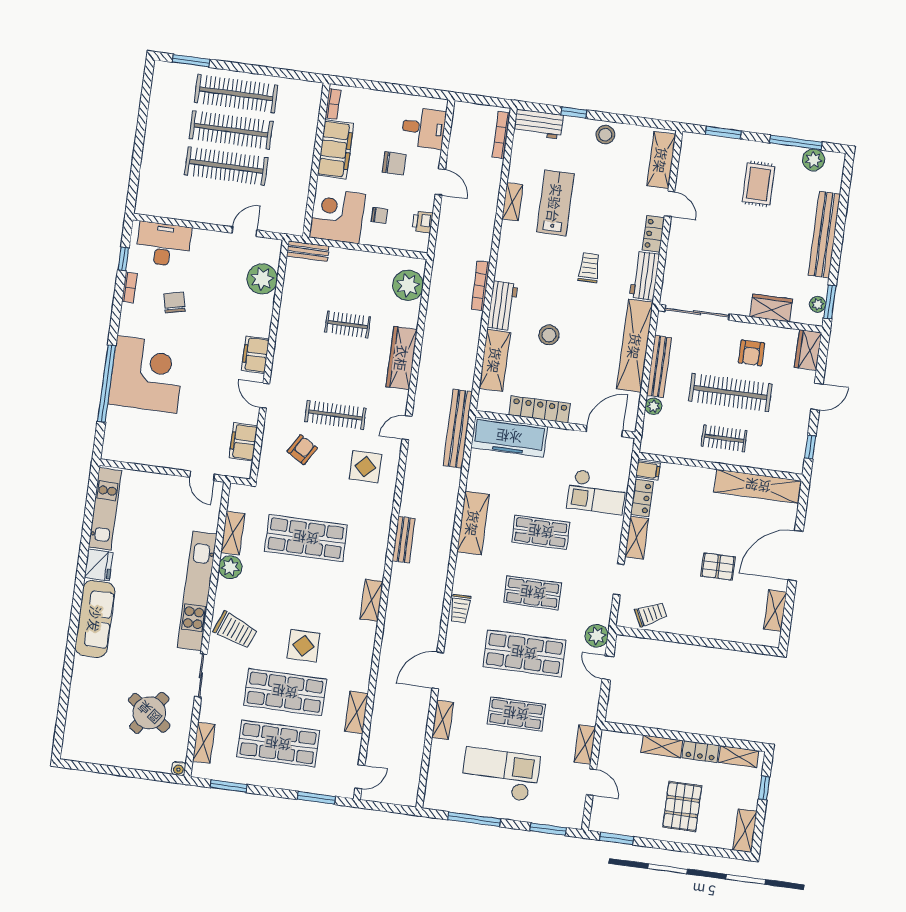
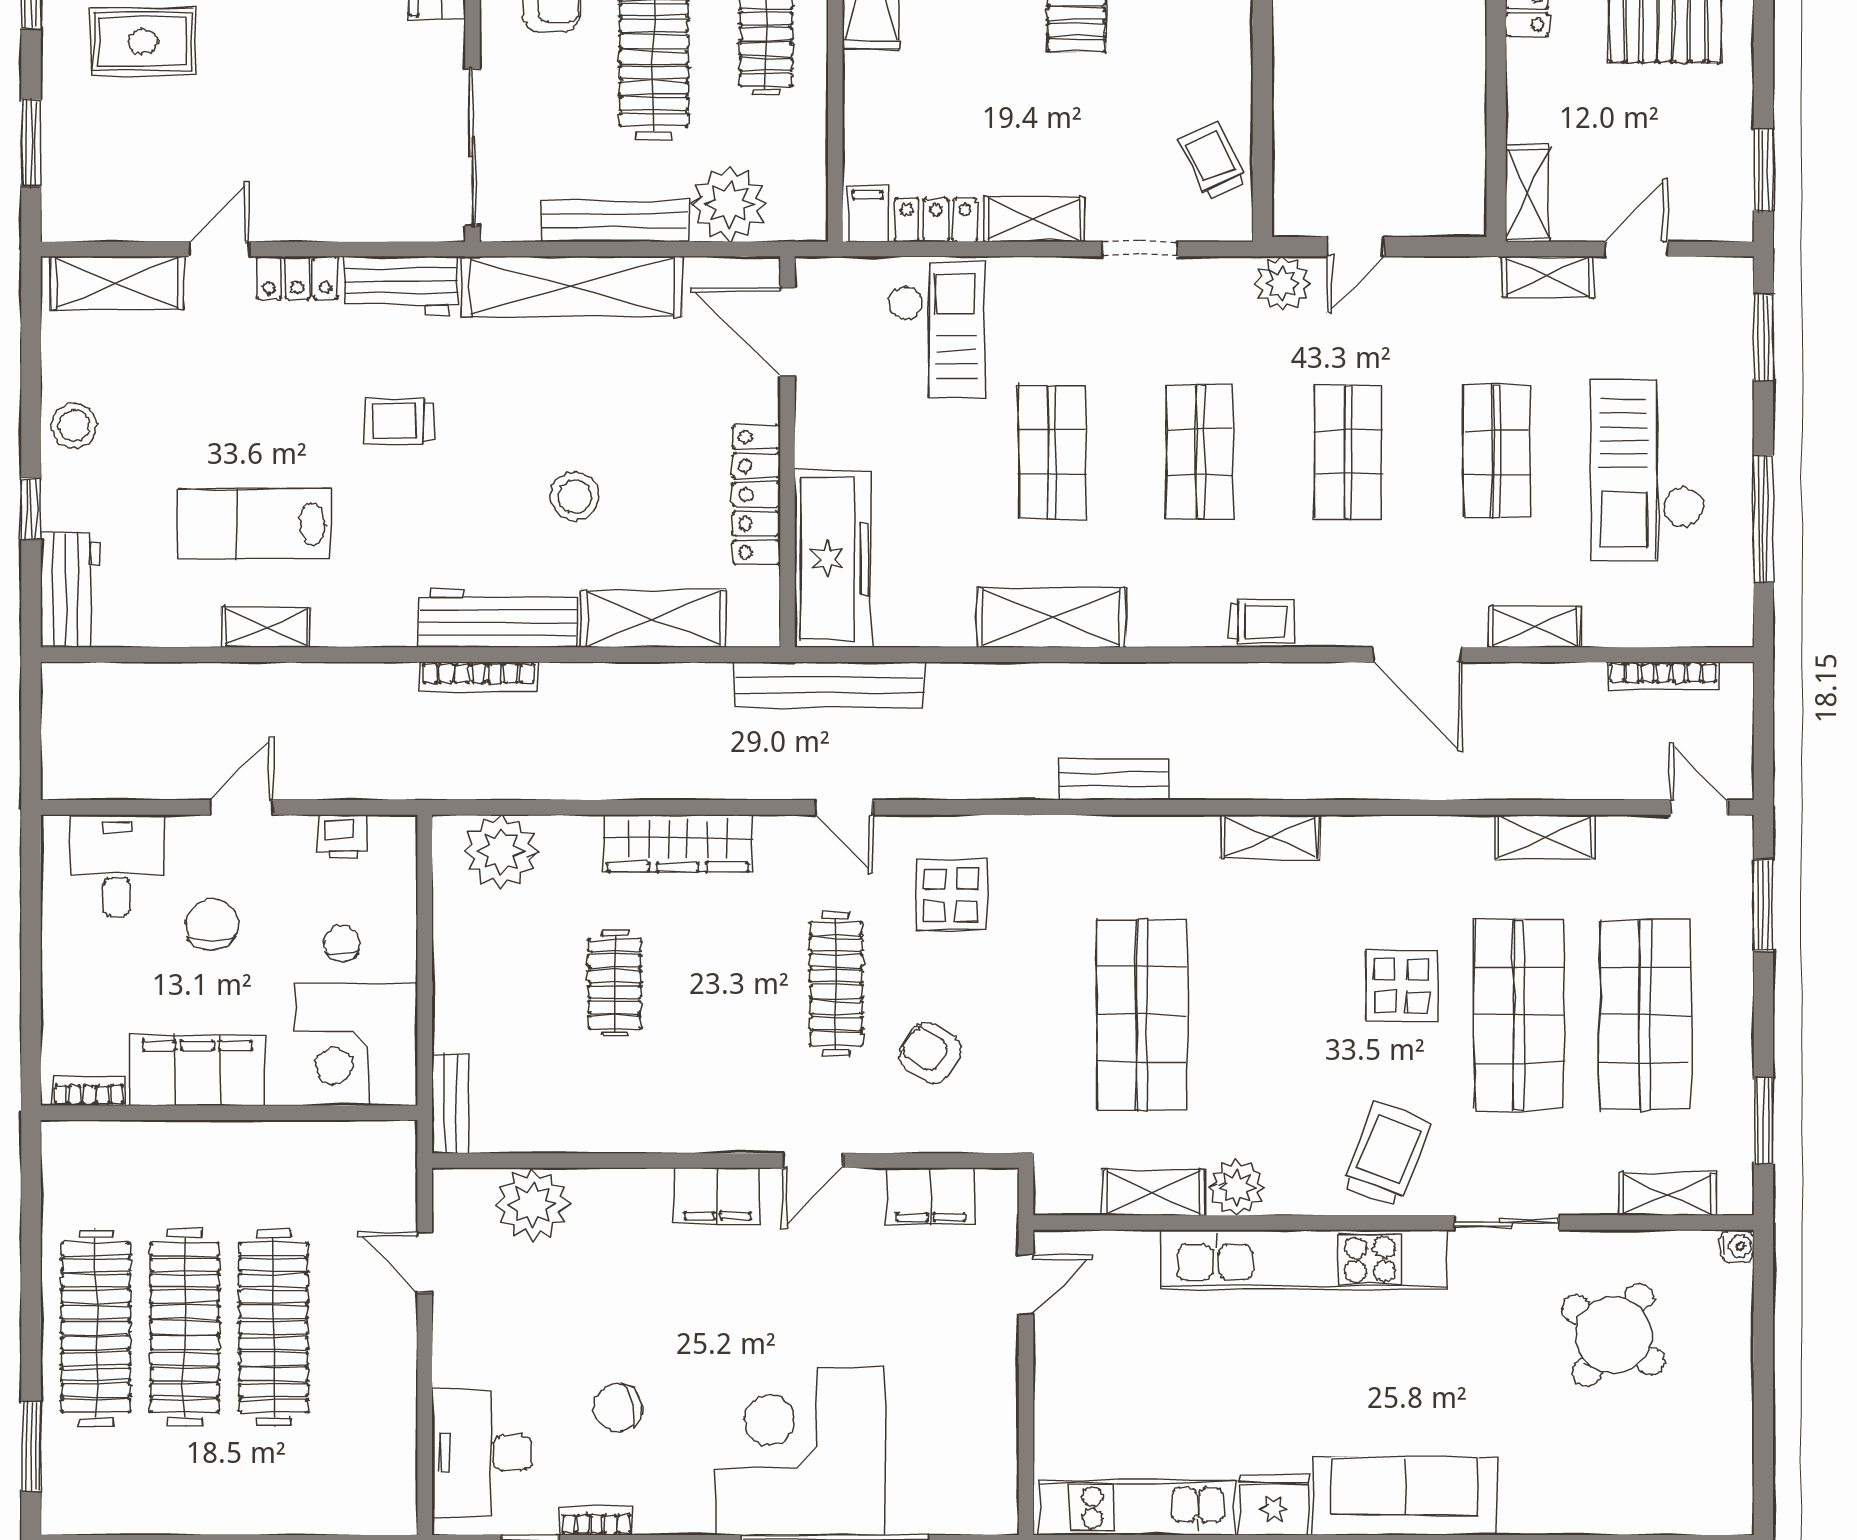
bookcase: (501, 135) -> (1663, 676), moved
workbench: (502, 306) -> (498, 618), width x1.37
plant: (653, 406) -> (729, 204), width x1.88, depth x1.88
shop shelf: (524, 653) -> (1348, 452), width x0.70, depth x0.74
shelving: (662, 746) -> (1527, 194), moved

